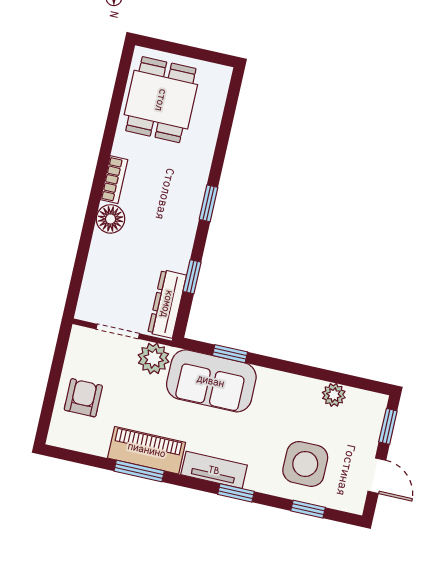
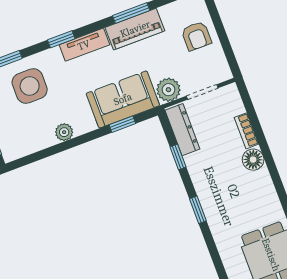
bookcase: (114, 180) -> (246, 131), moved
plant: (334, 395) -> (64, 132), moved

